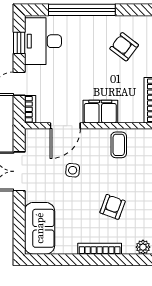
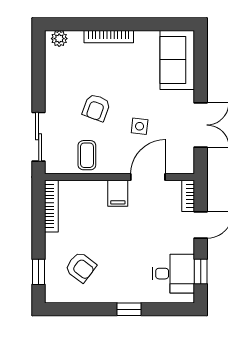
window: (82, 10) -> (129, 309), width x0.32
desk: (43, 41) -> (173, 274), width x0.73
filing cabinet: (100, 112) -> (118, 193), width x0.50
armchair: (113, 207) -> (96, 108), moved

